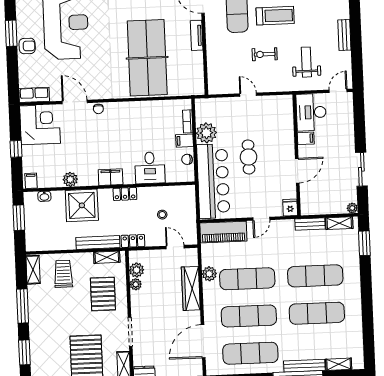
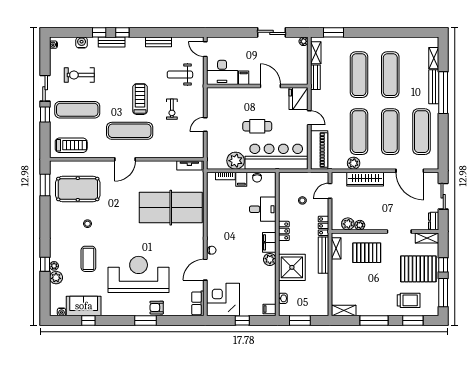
tv unit: (197, 35) -> (189, 165), moved
armchair: (27, 46) -> (157, 308), turned -90
plant: (70, 179) -> (270, 259), moved
fridge: (290, 207) -> (299, 98), width x1.88, depth x1.34
trolley: (63, 274) -> (409, 300), moved, turned 180

